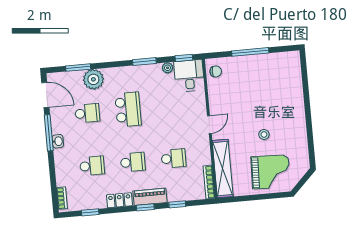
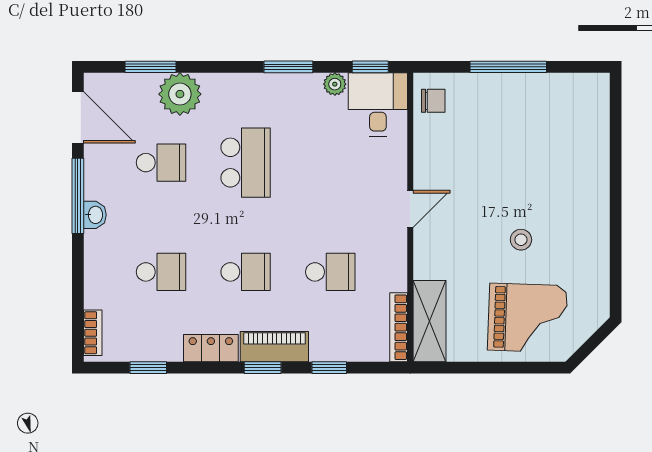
shelving: (223, 169) -> (430, 321), width x0.68

